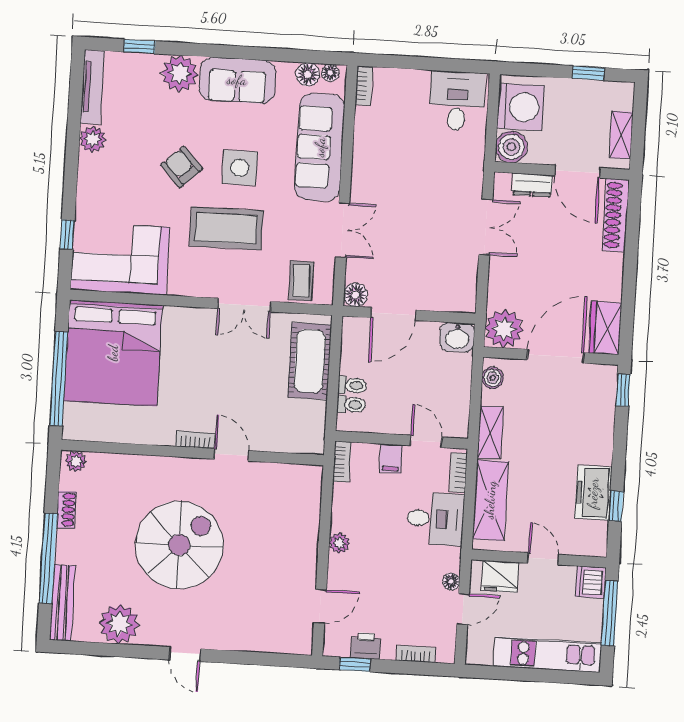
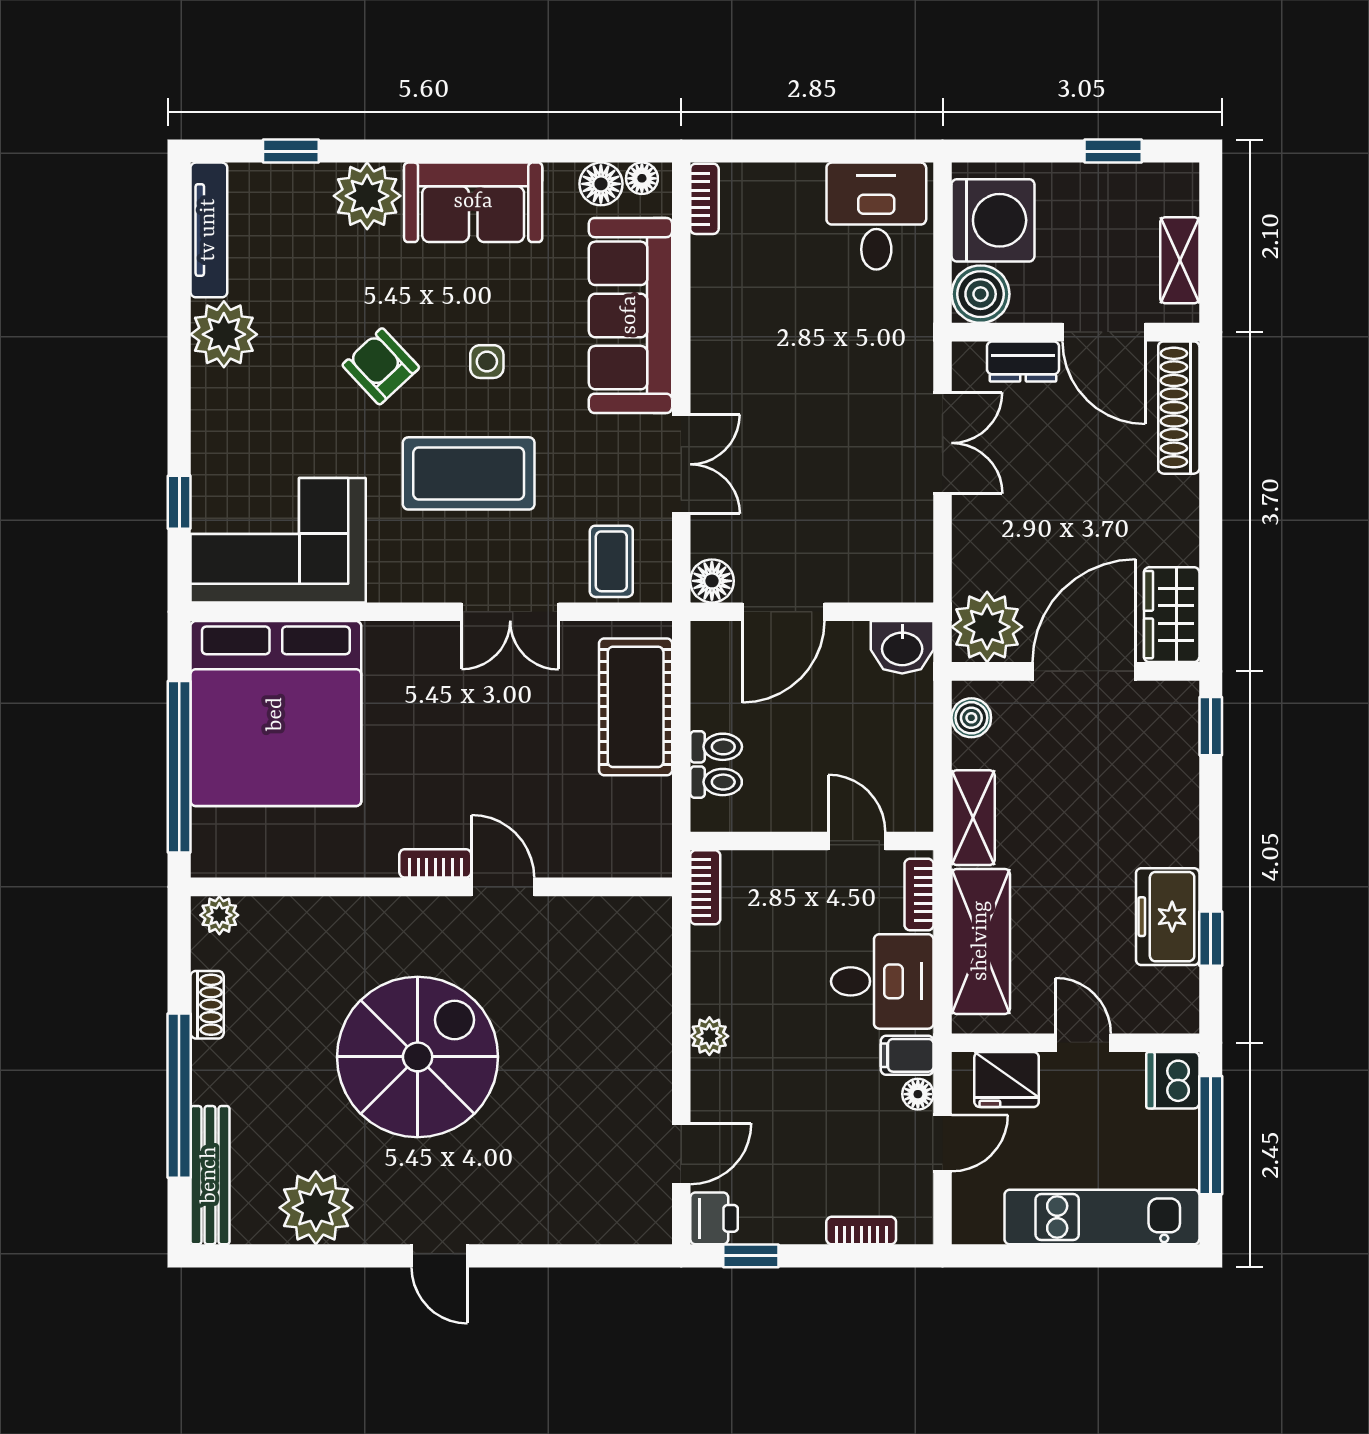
plant: (93, 139) -> (224, 334), width x1.36, depth x1.36
side table: (240, 168) -> (487, 362), width x0.54, depth x0.54
filing cabinet: (391, 459) -> (907, 1055), moved, turned 90
printer: (366, 646) -> (714, 1218), moved, turned 90

